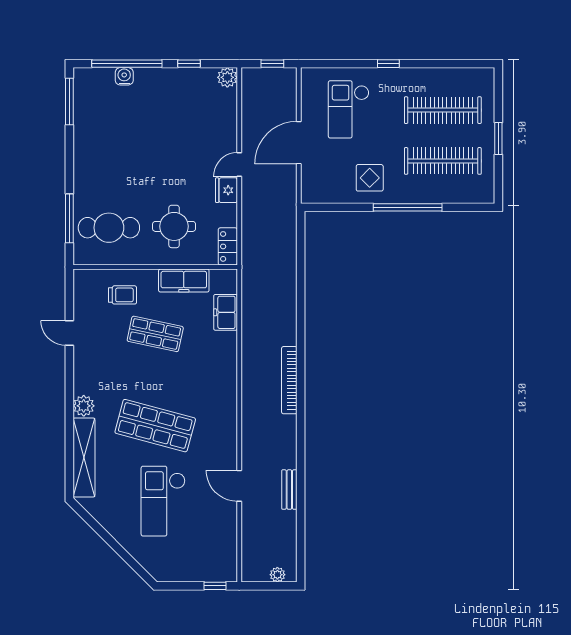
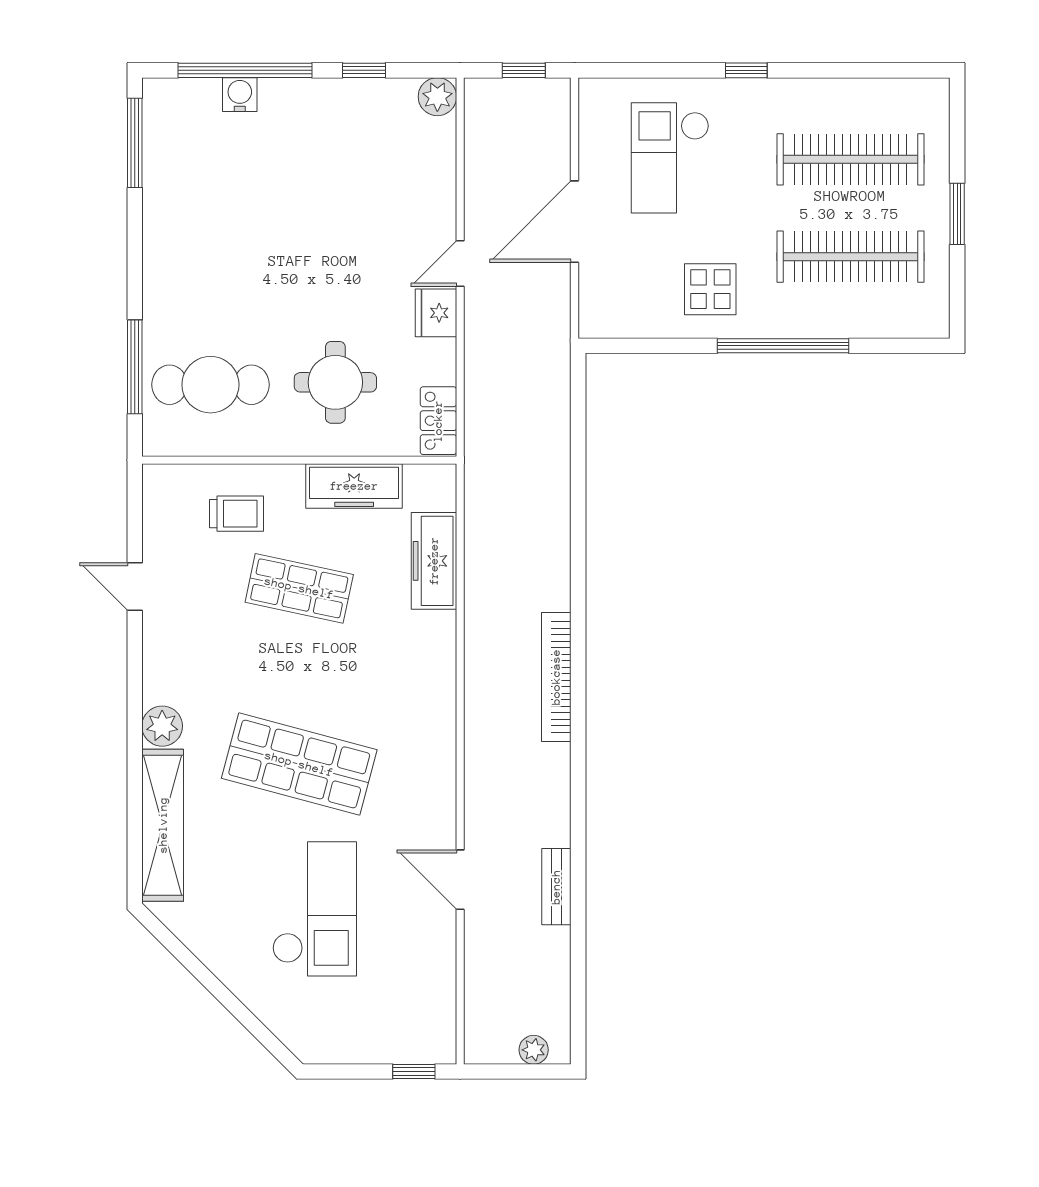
freezer: (226, 312) -> (434, 561), width x1.40
checkout: (163, 501) -> (314, 909), turned 180

